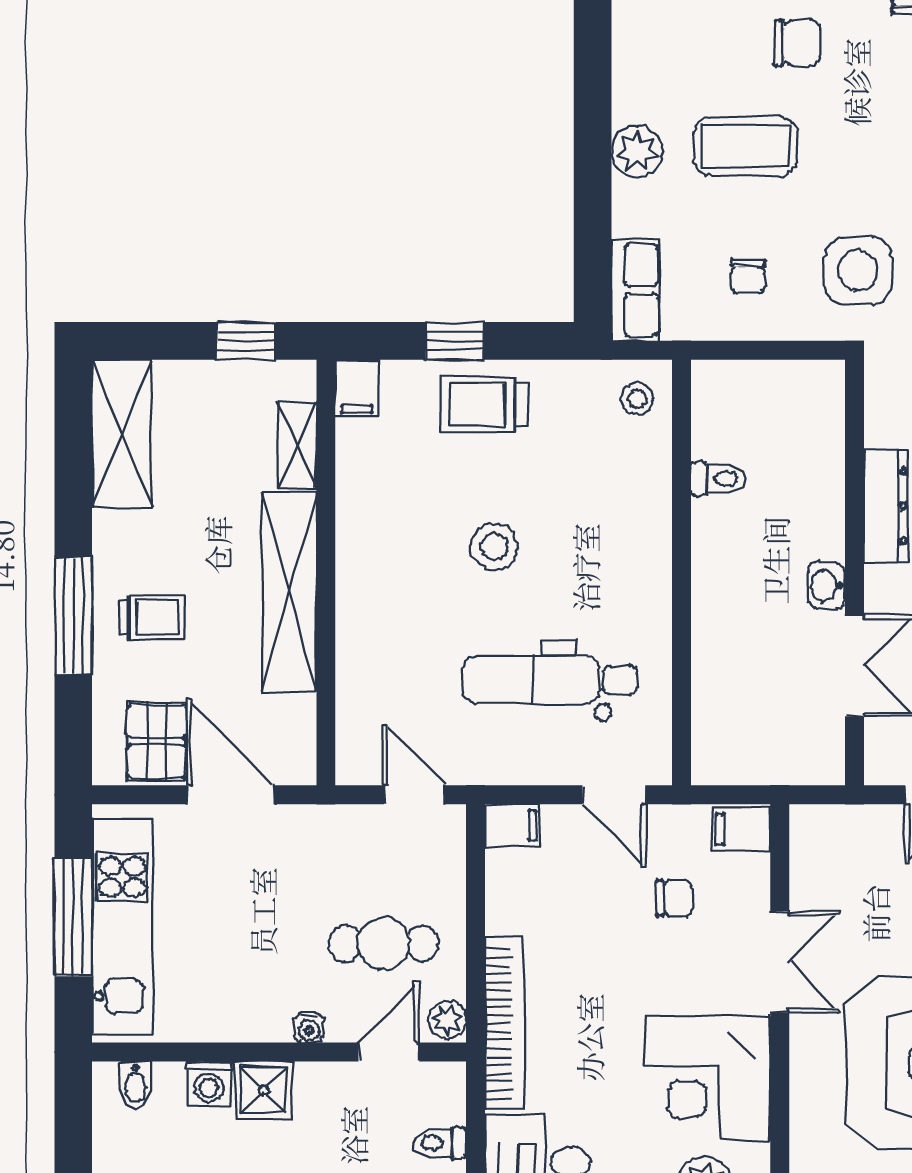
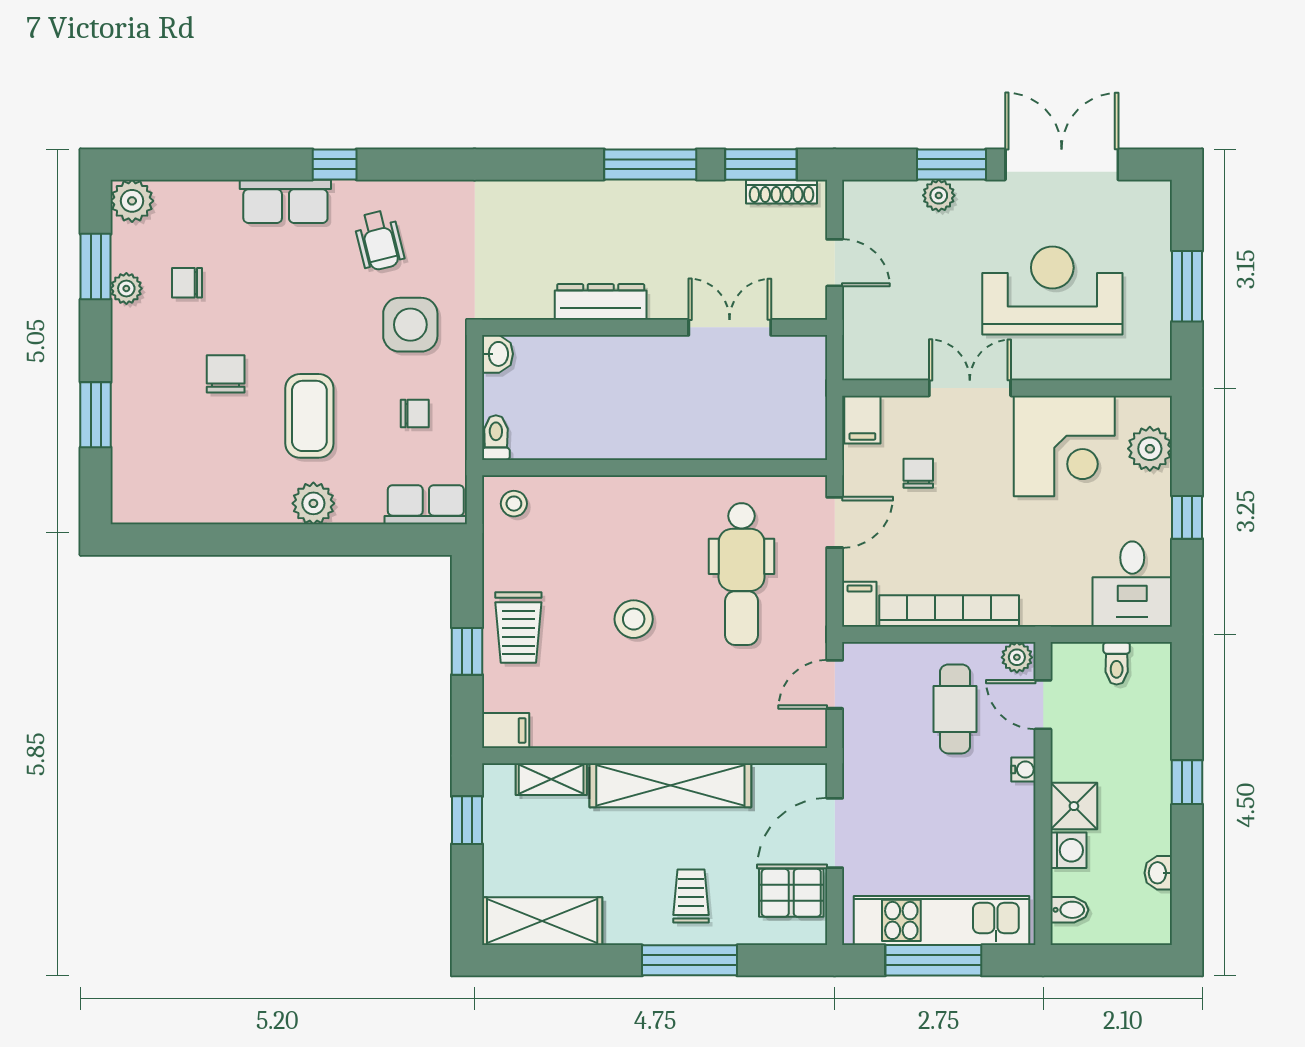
toilet: (719, 479) -> (496, 438), moved
washbasin: (826, 586) -> (497, 354), moved, turned -90
bookcase: (504, 1023) -> (949, 611), moved

